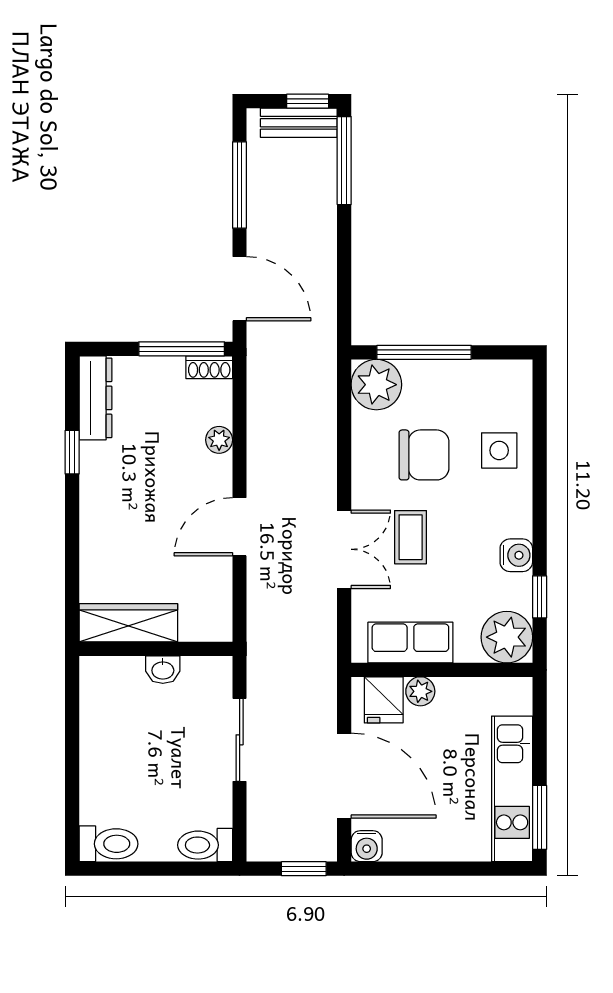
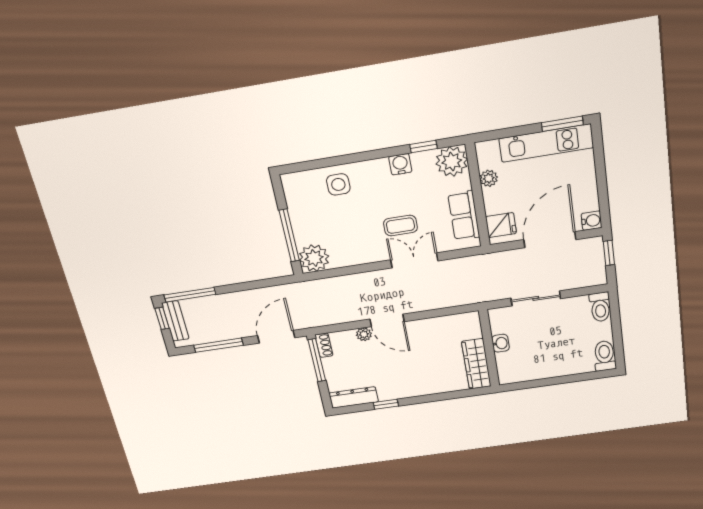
chair: (424, 455) -> (350, 226), removed
door: (240, 527) -> (387, 320), moved
plant: (420, 691) -> (489, 178), moved

